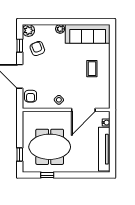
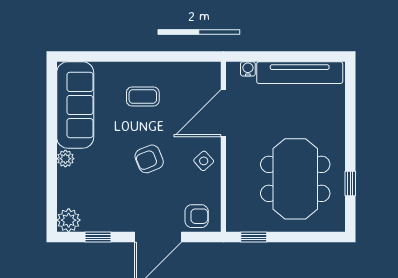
armchair: (37, 49) -> (149, 159), moved
door: (83, 110) -> (223, 113), swing flipped
window: (20, 154) -> (254, 237), moved

